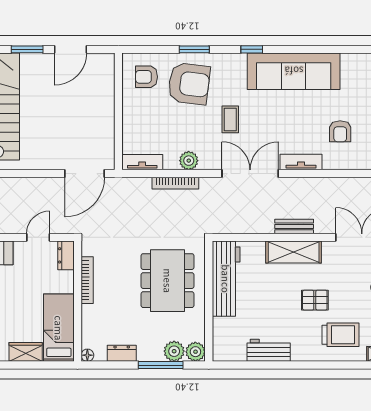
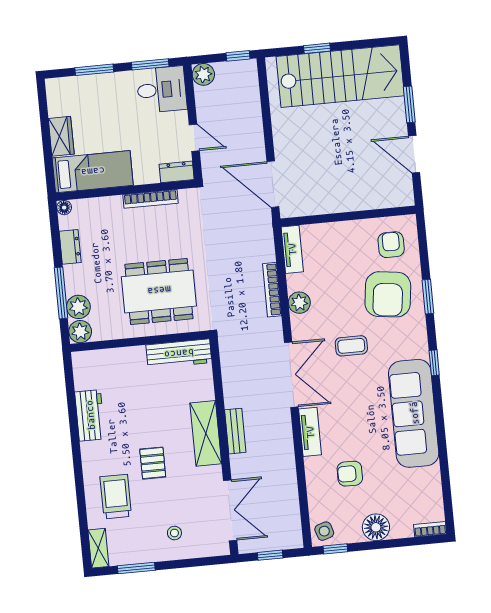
workbench: (226, 279) -> (179, 354), width x0.73, depth x0.76
trolley: (340, 335) -> (116, 497), turned 180

